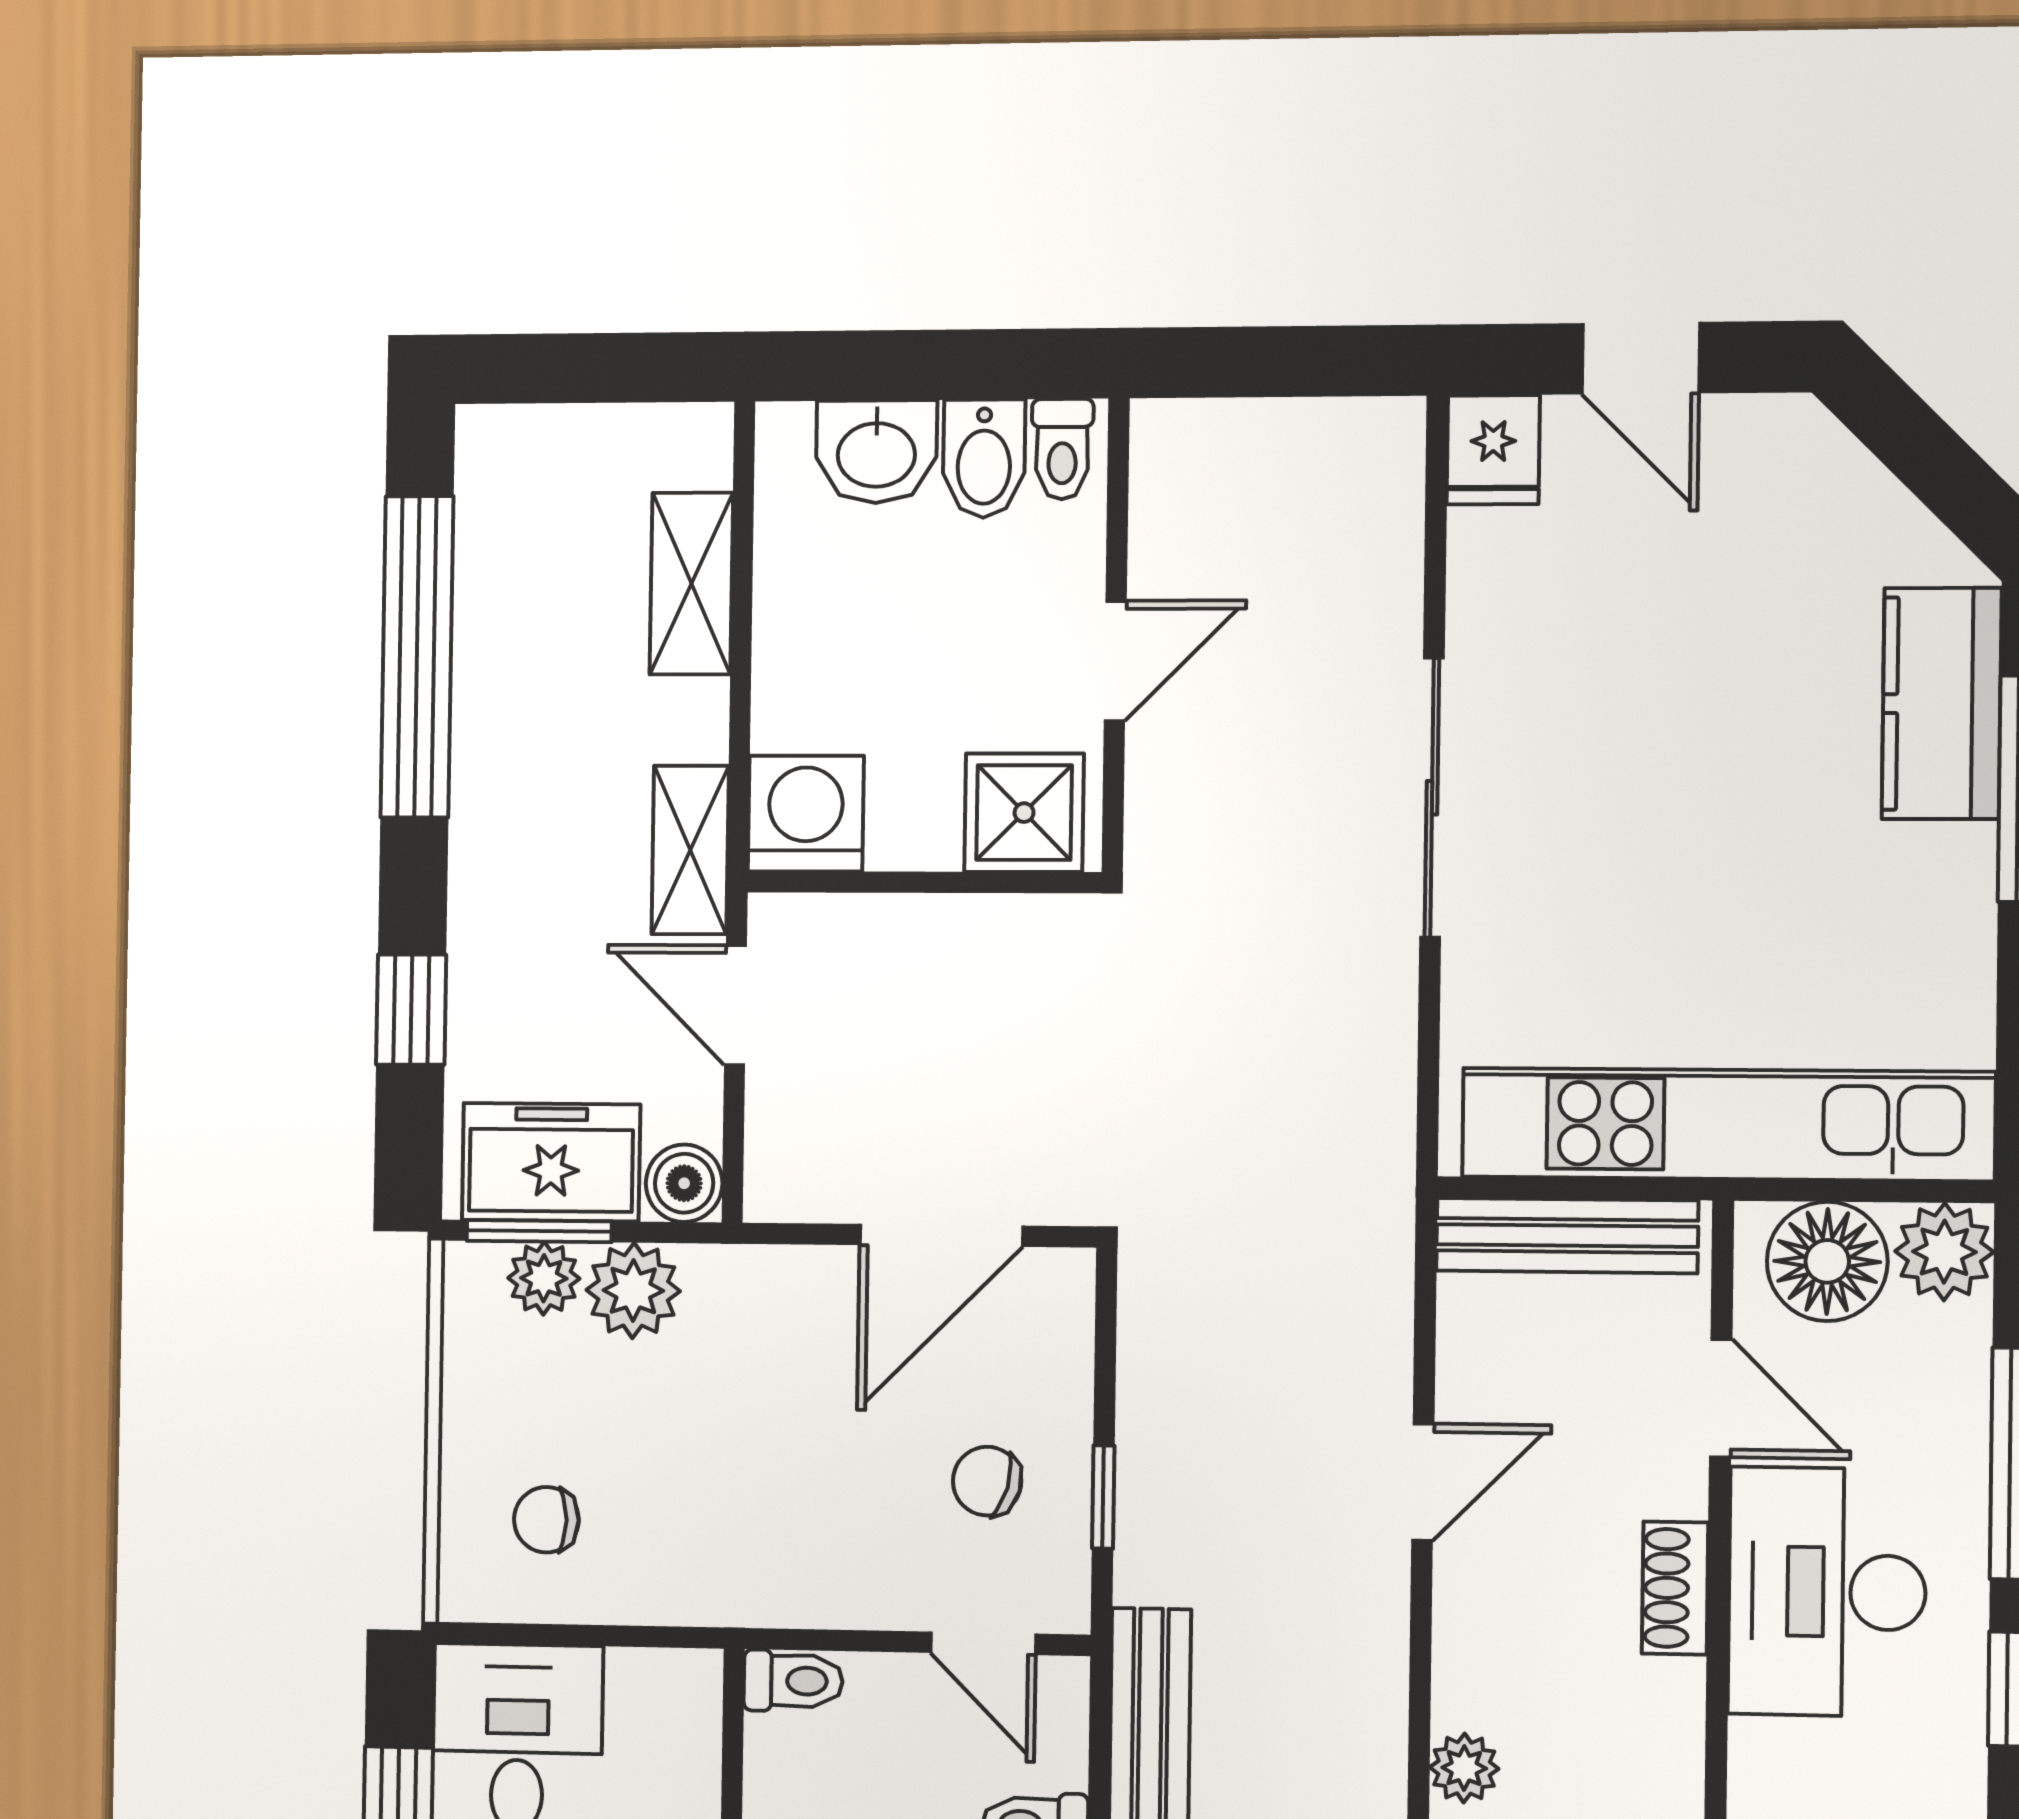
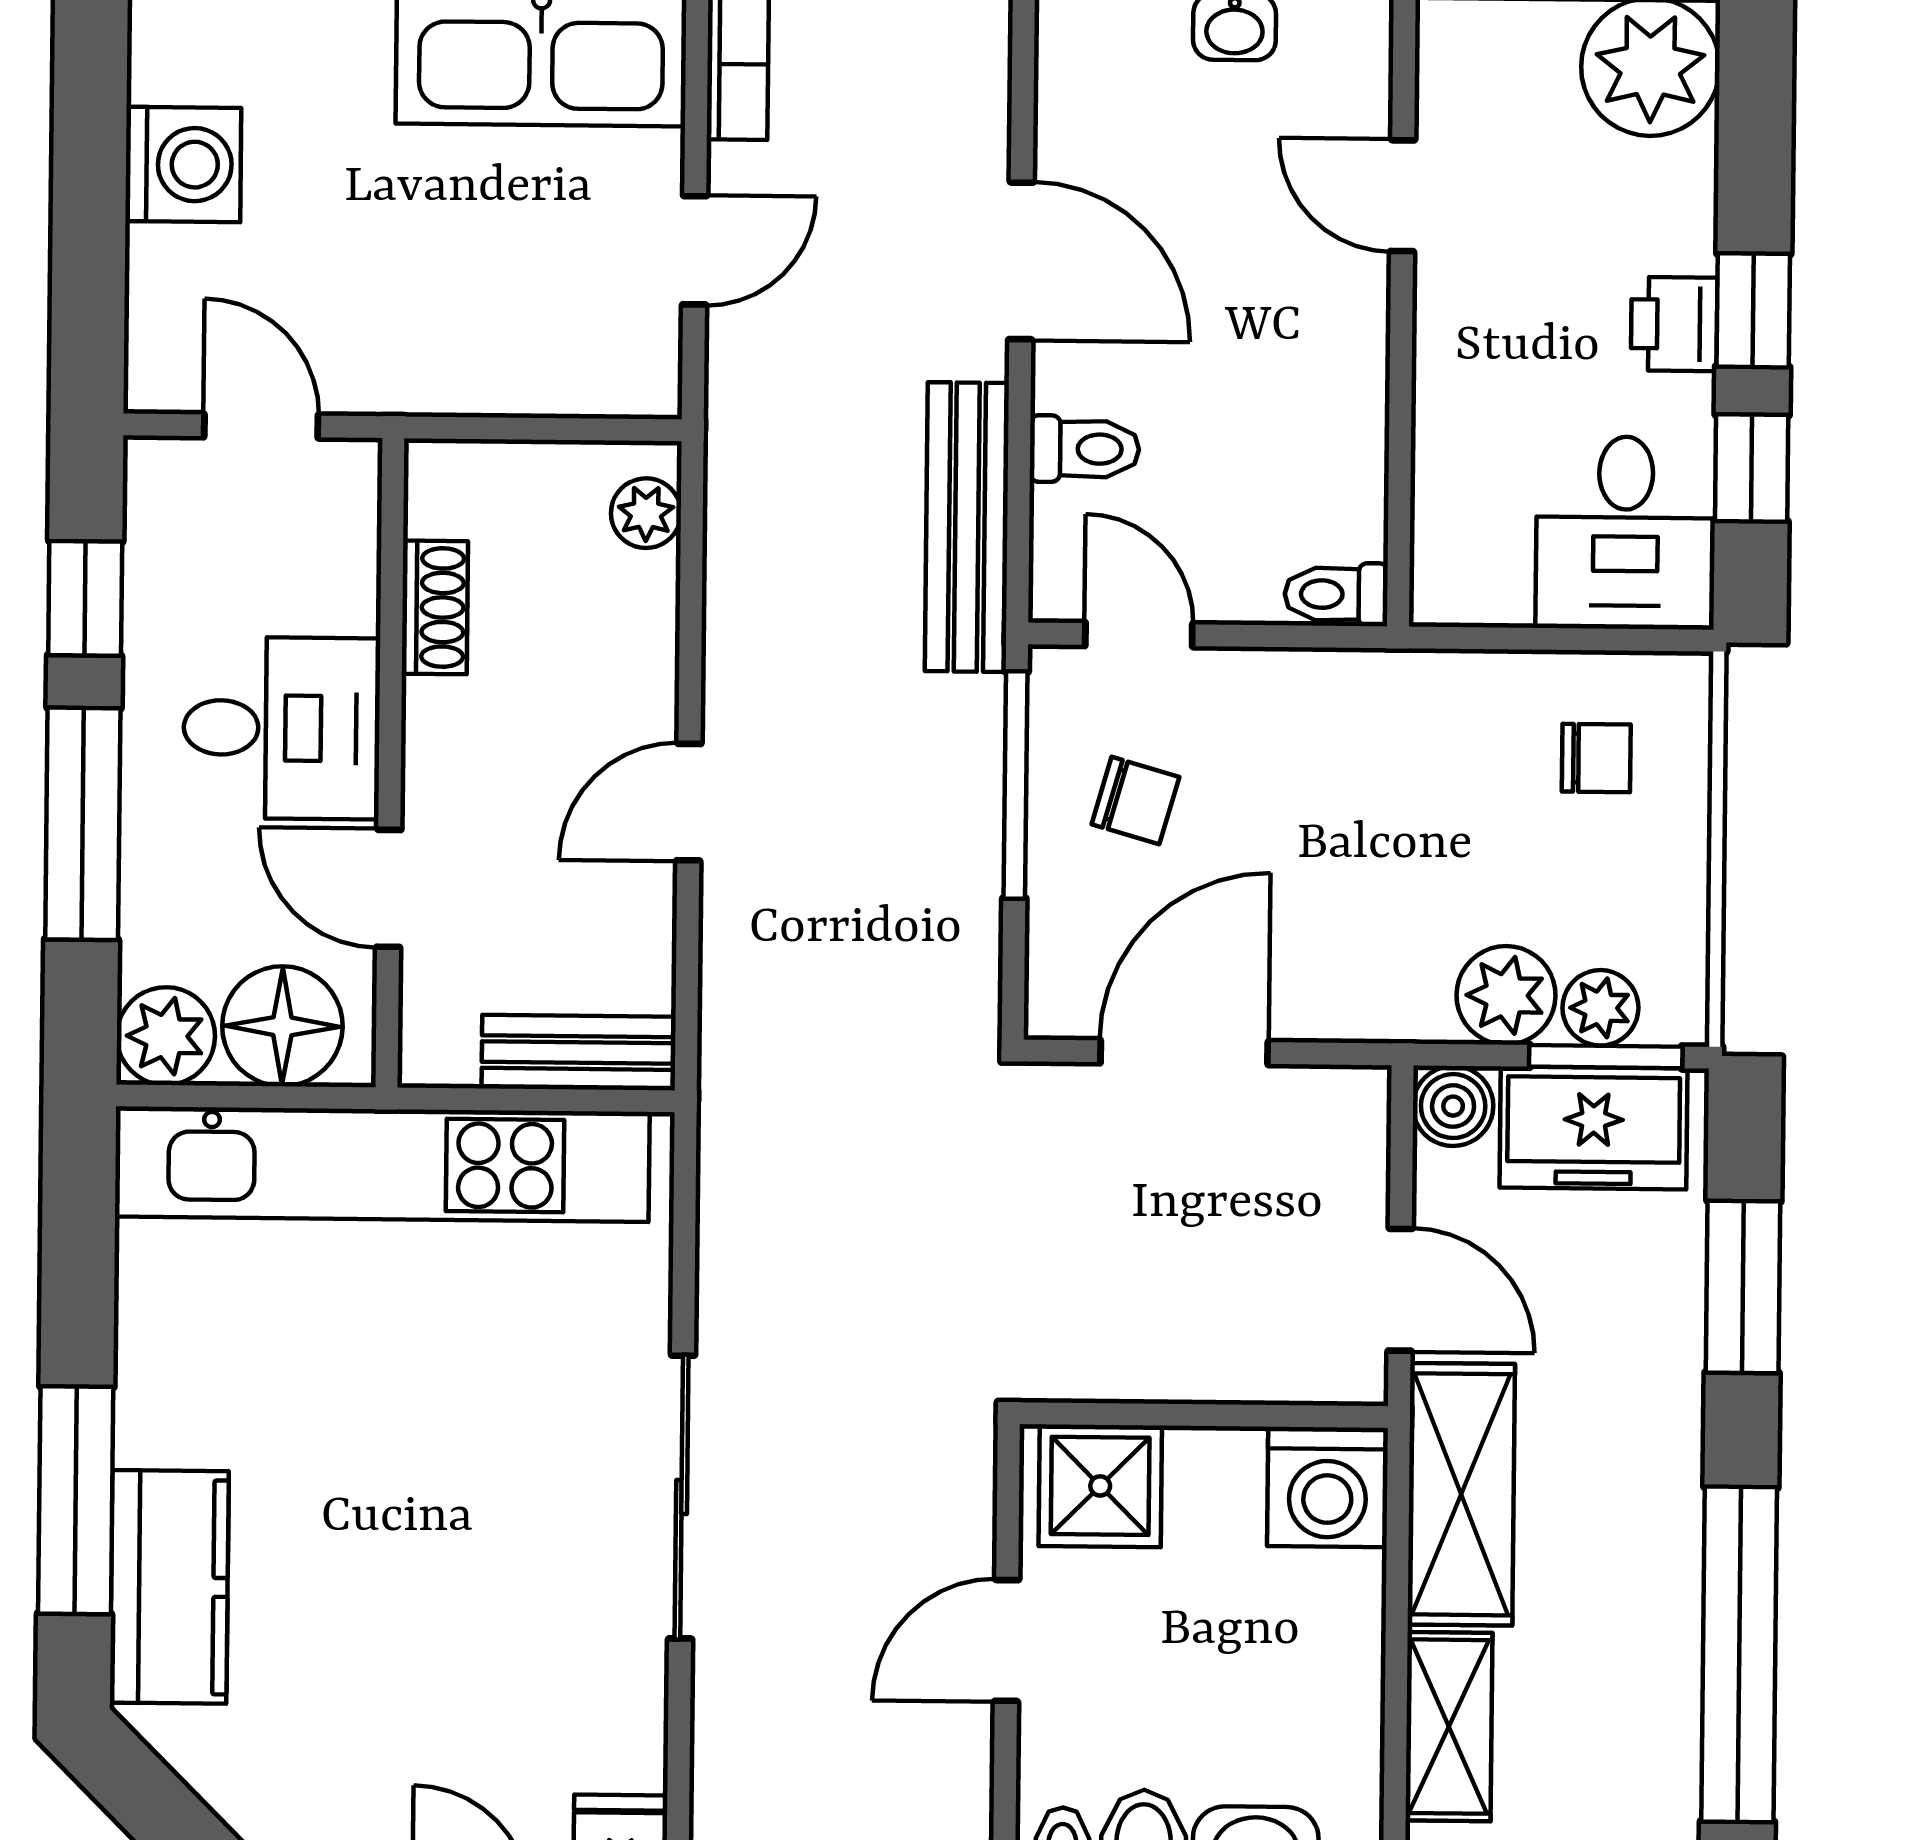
shelving: (690, 850) -> (1461, 1494), width x1.50, depth x1.33
window: (411, 1010) -> (1743, 1287), width x1.50
bench: (1567, 1236) -> (579, 1053), width x0.73
window: (1103, 1497) -> (1015, 785), width x2.17
shoe rack: (1675, 1588) -> (435, 607), moved
desk: (1827, 1592) -> (282, 728), width x0.73

